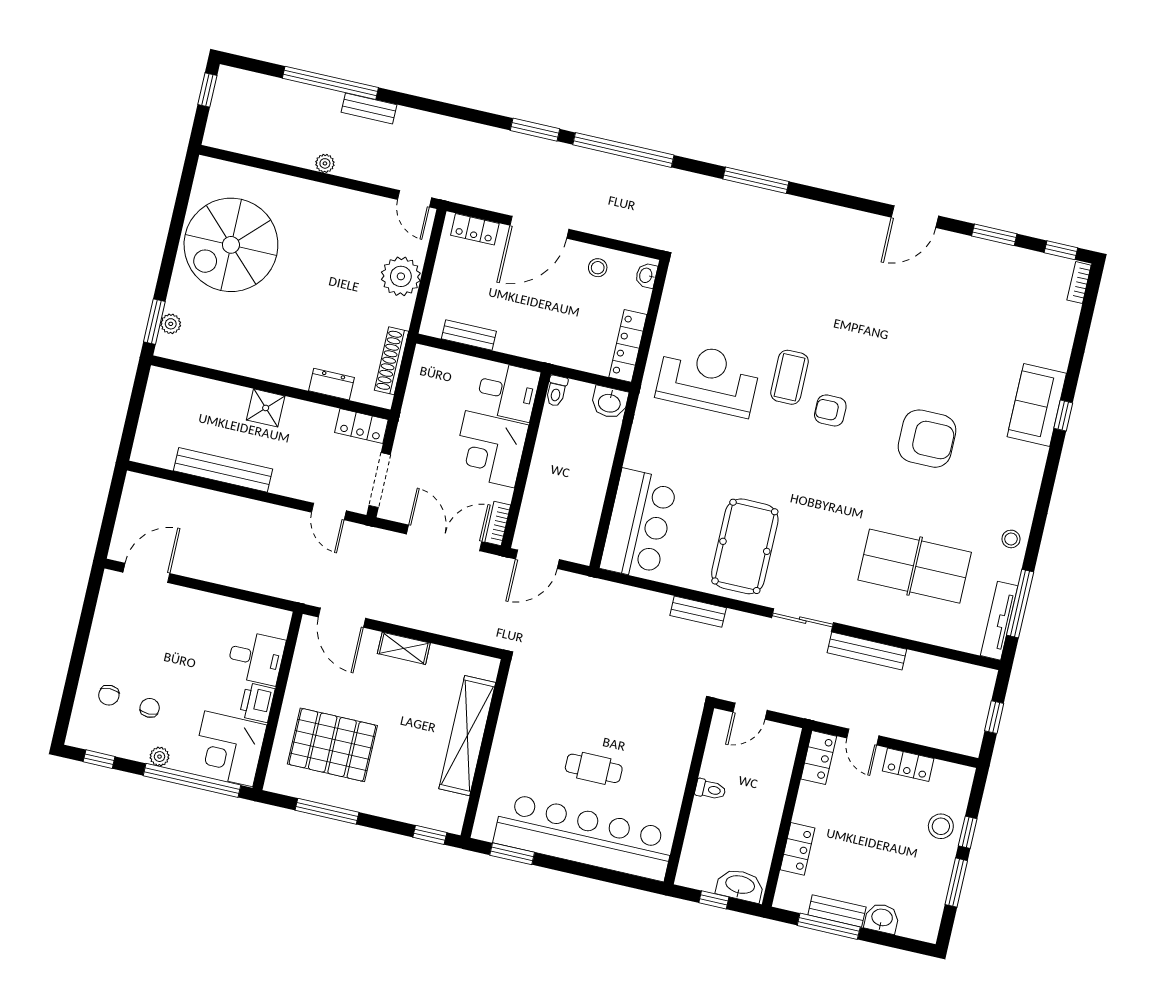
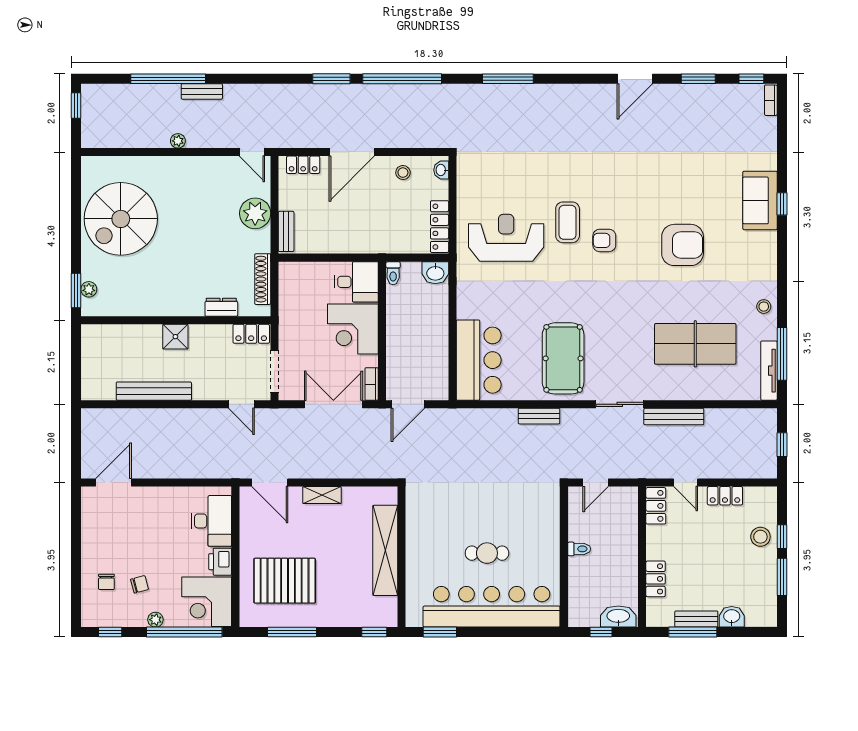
bench: (469, 335) -> (286, 231), moved, turned 90
desk: (256, 658) -> (211, 521), width x1.37
chair: (150, 708) -> (140, 584), turned 75

